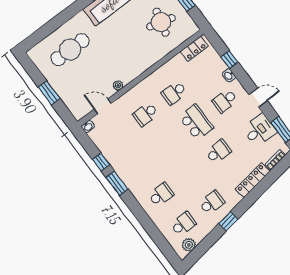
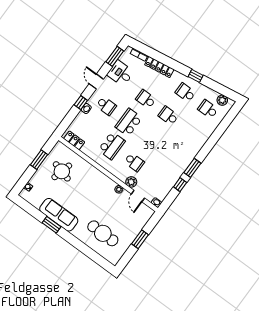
window: (229, 59) -> (81, 103), moved
school desk: (174, 93) -> (112, 146), width x1.85
plant: (122, 103) -> (131, 182), added
school desk: (161, 195) -> (168, 116), moved

